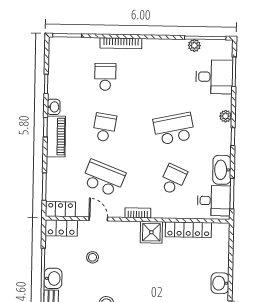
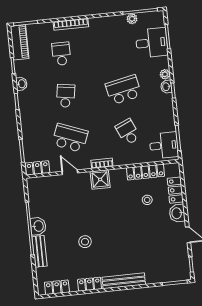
piano: (56, 136) -> (20, 42), moved
washbasin: (222, 170) -> (166, 87), moved, width x0.52, depth x0.69
school desk: (173, 179) -> (128, 132), turned -48
locker: (61, 228) -> (175, 190), moved, turned 90
shower: (151, 232) -> (100, 179), moved
stool: (93, 257) -> (147, 200), moved

